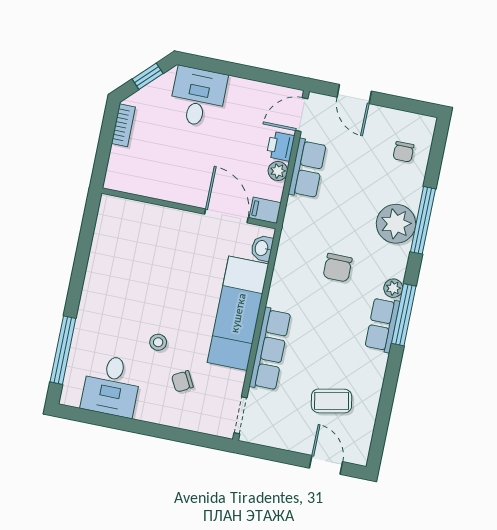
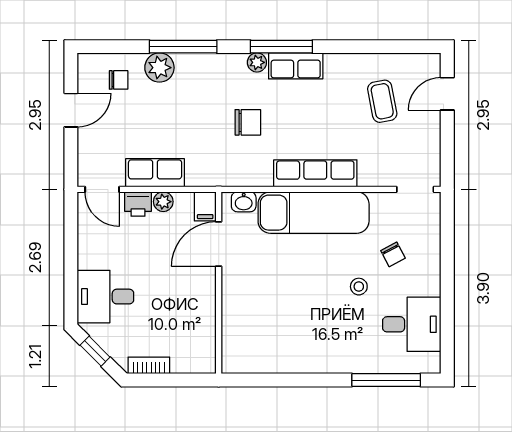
door: (354, 94) -> (71, 110), moved
plant: (396, 224) -> (159, 68), moved, width x0.73, depth x0.73
row of seats: (270, 349) -> (315, 173), moved

